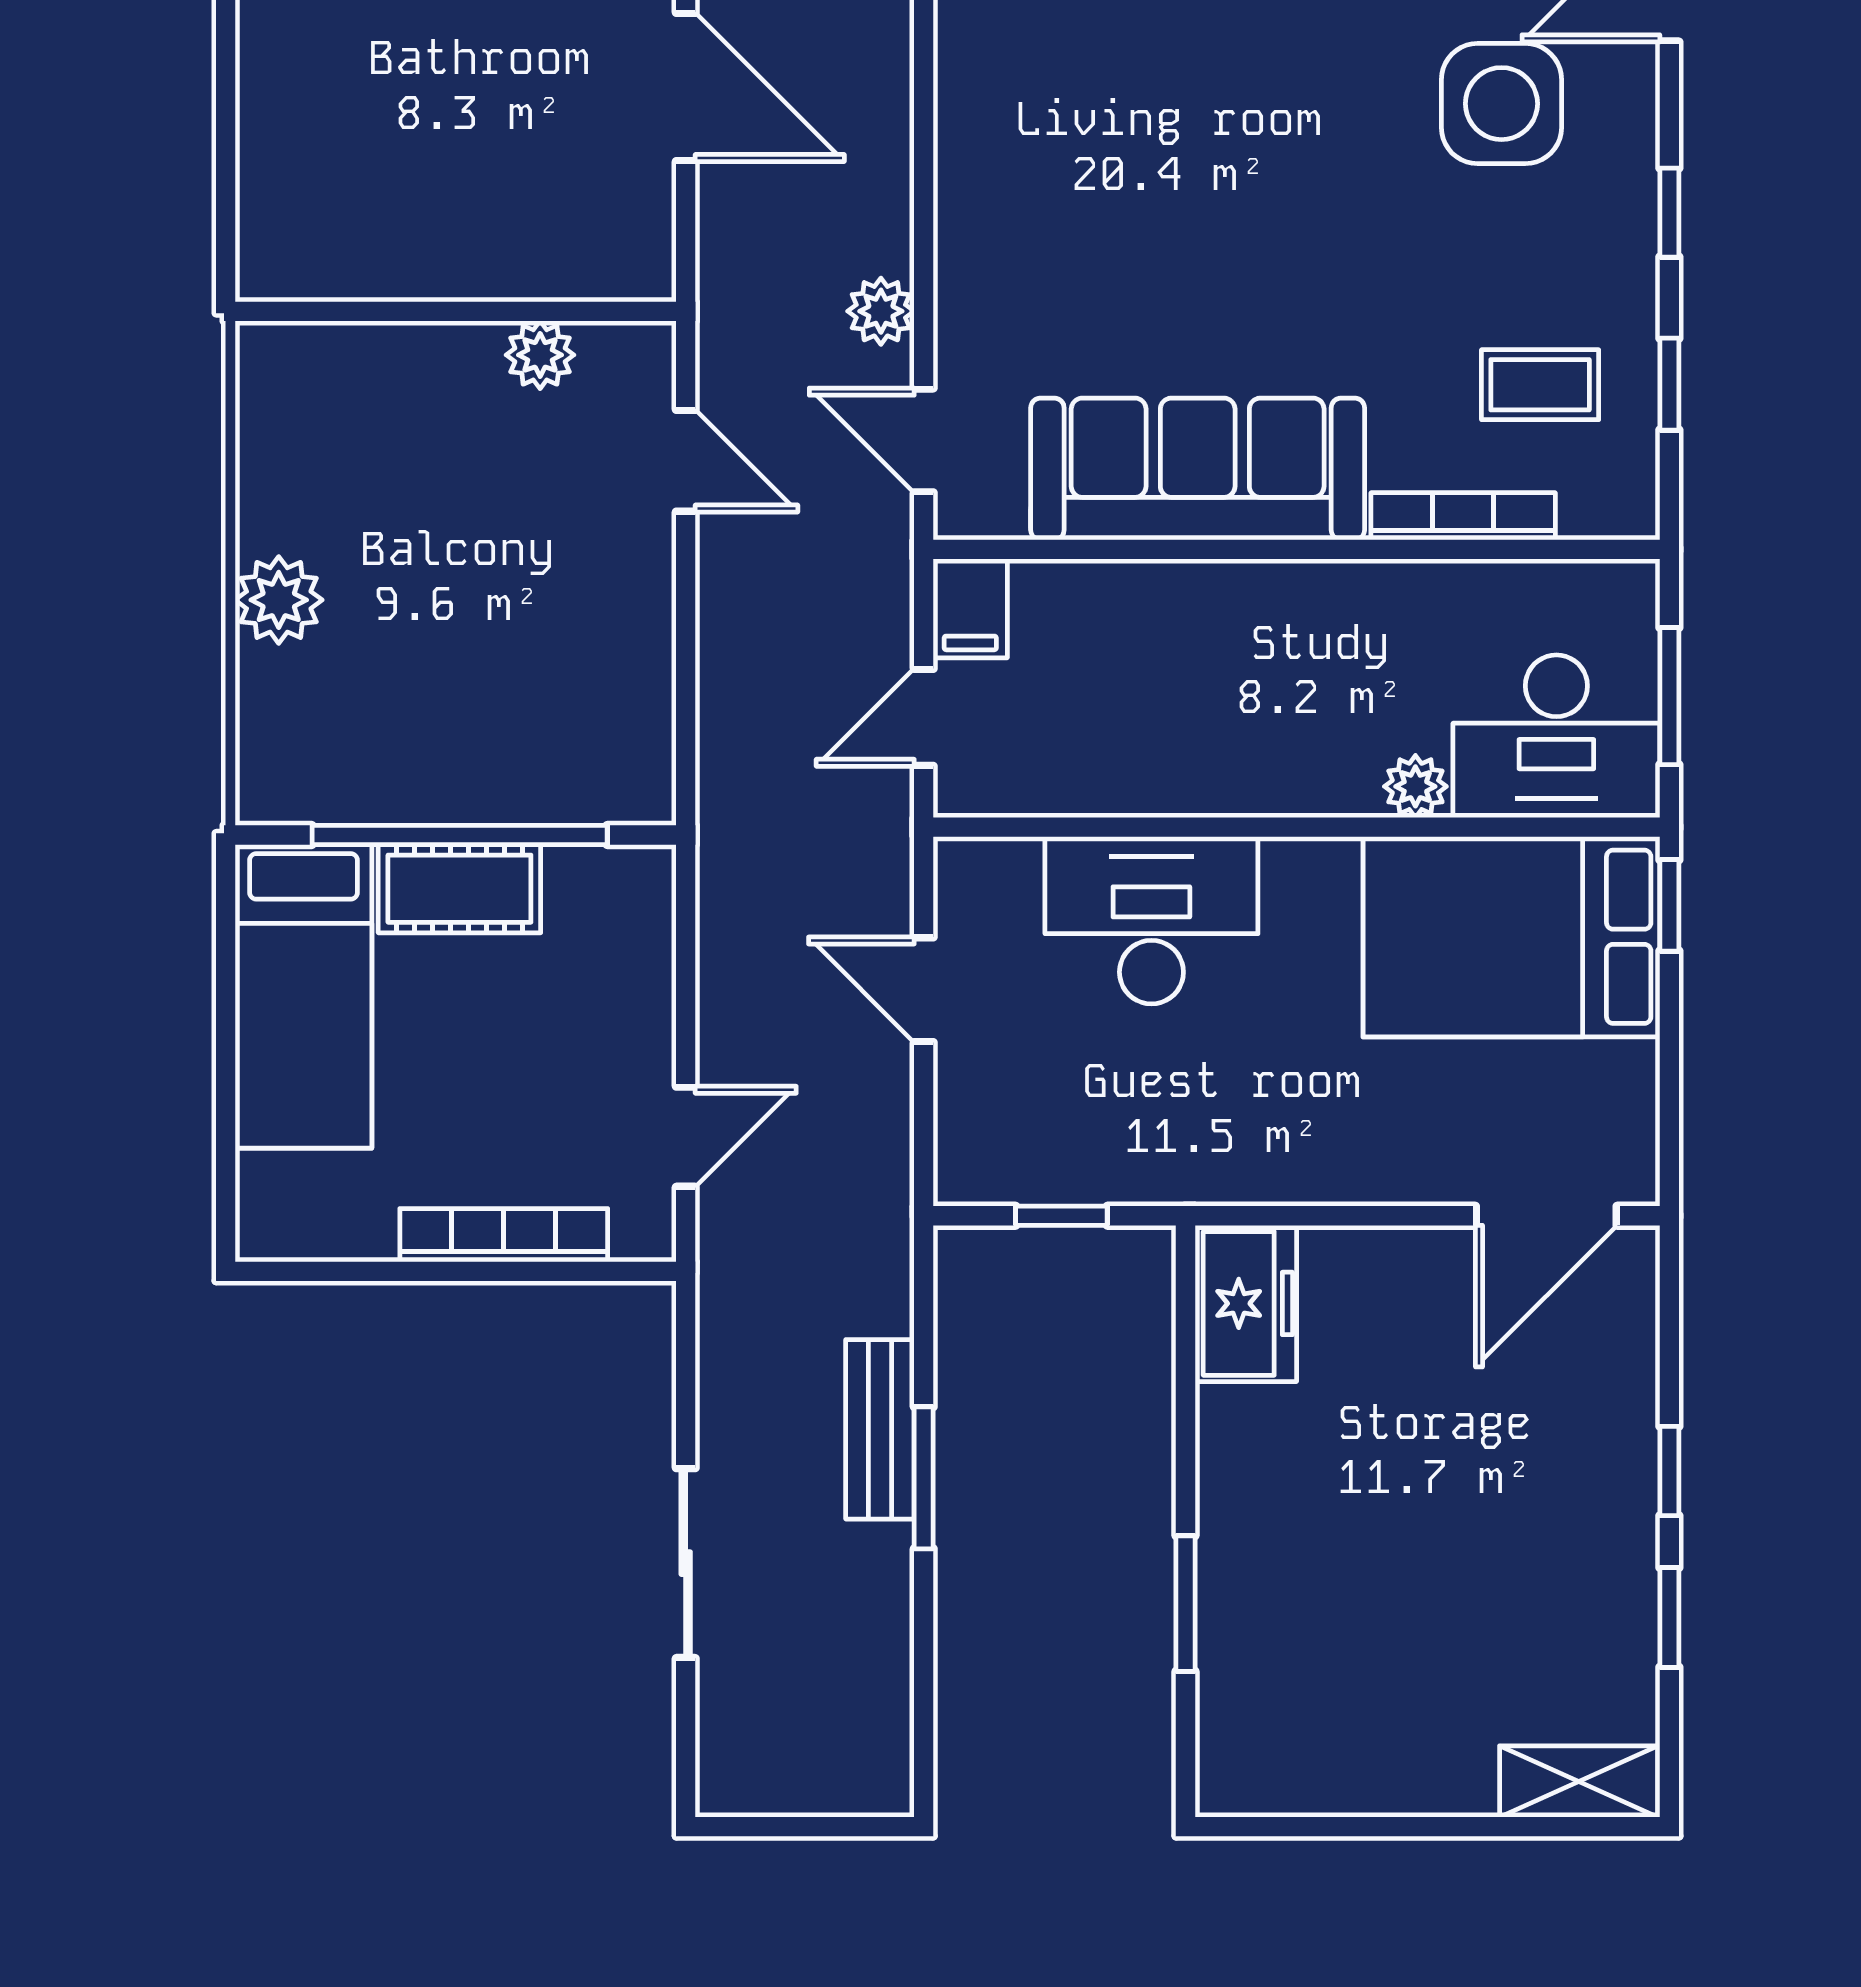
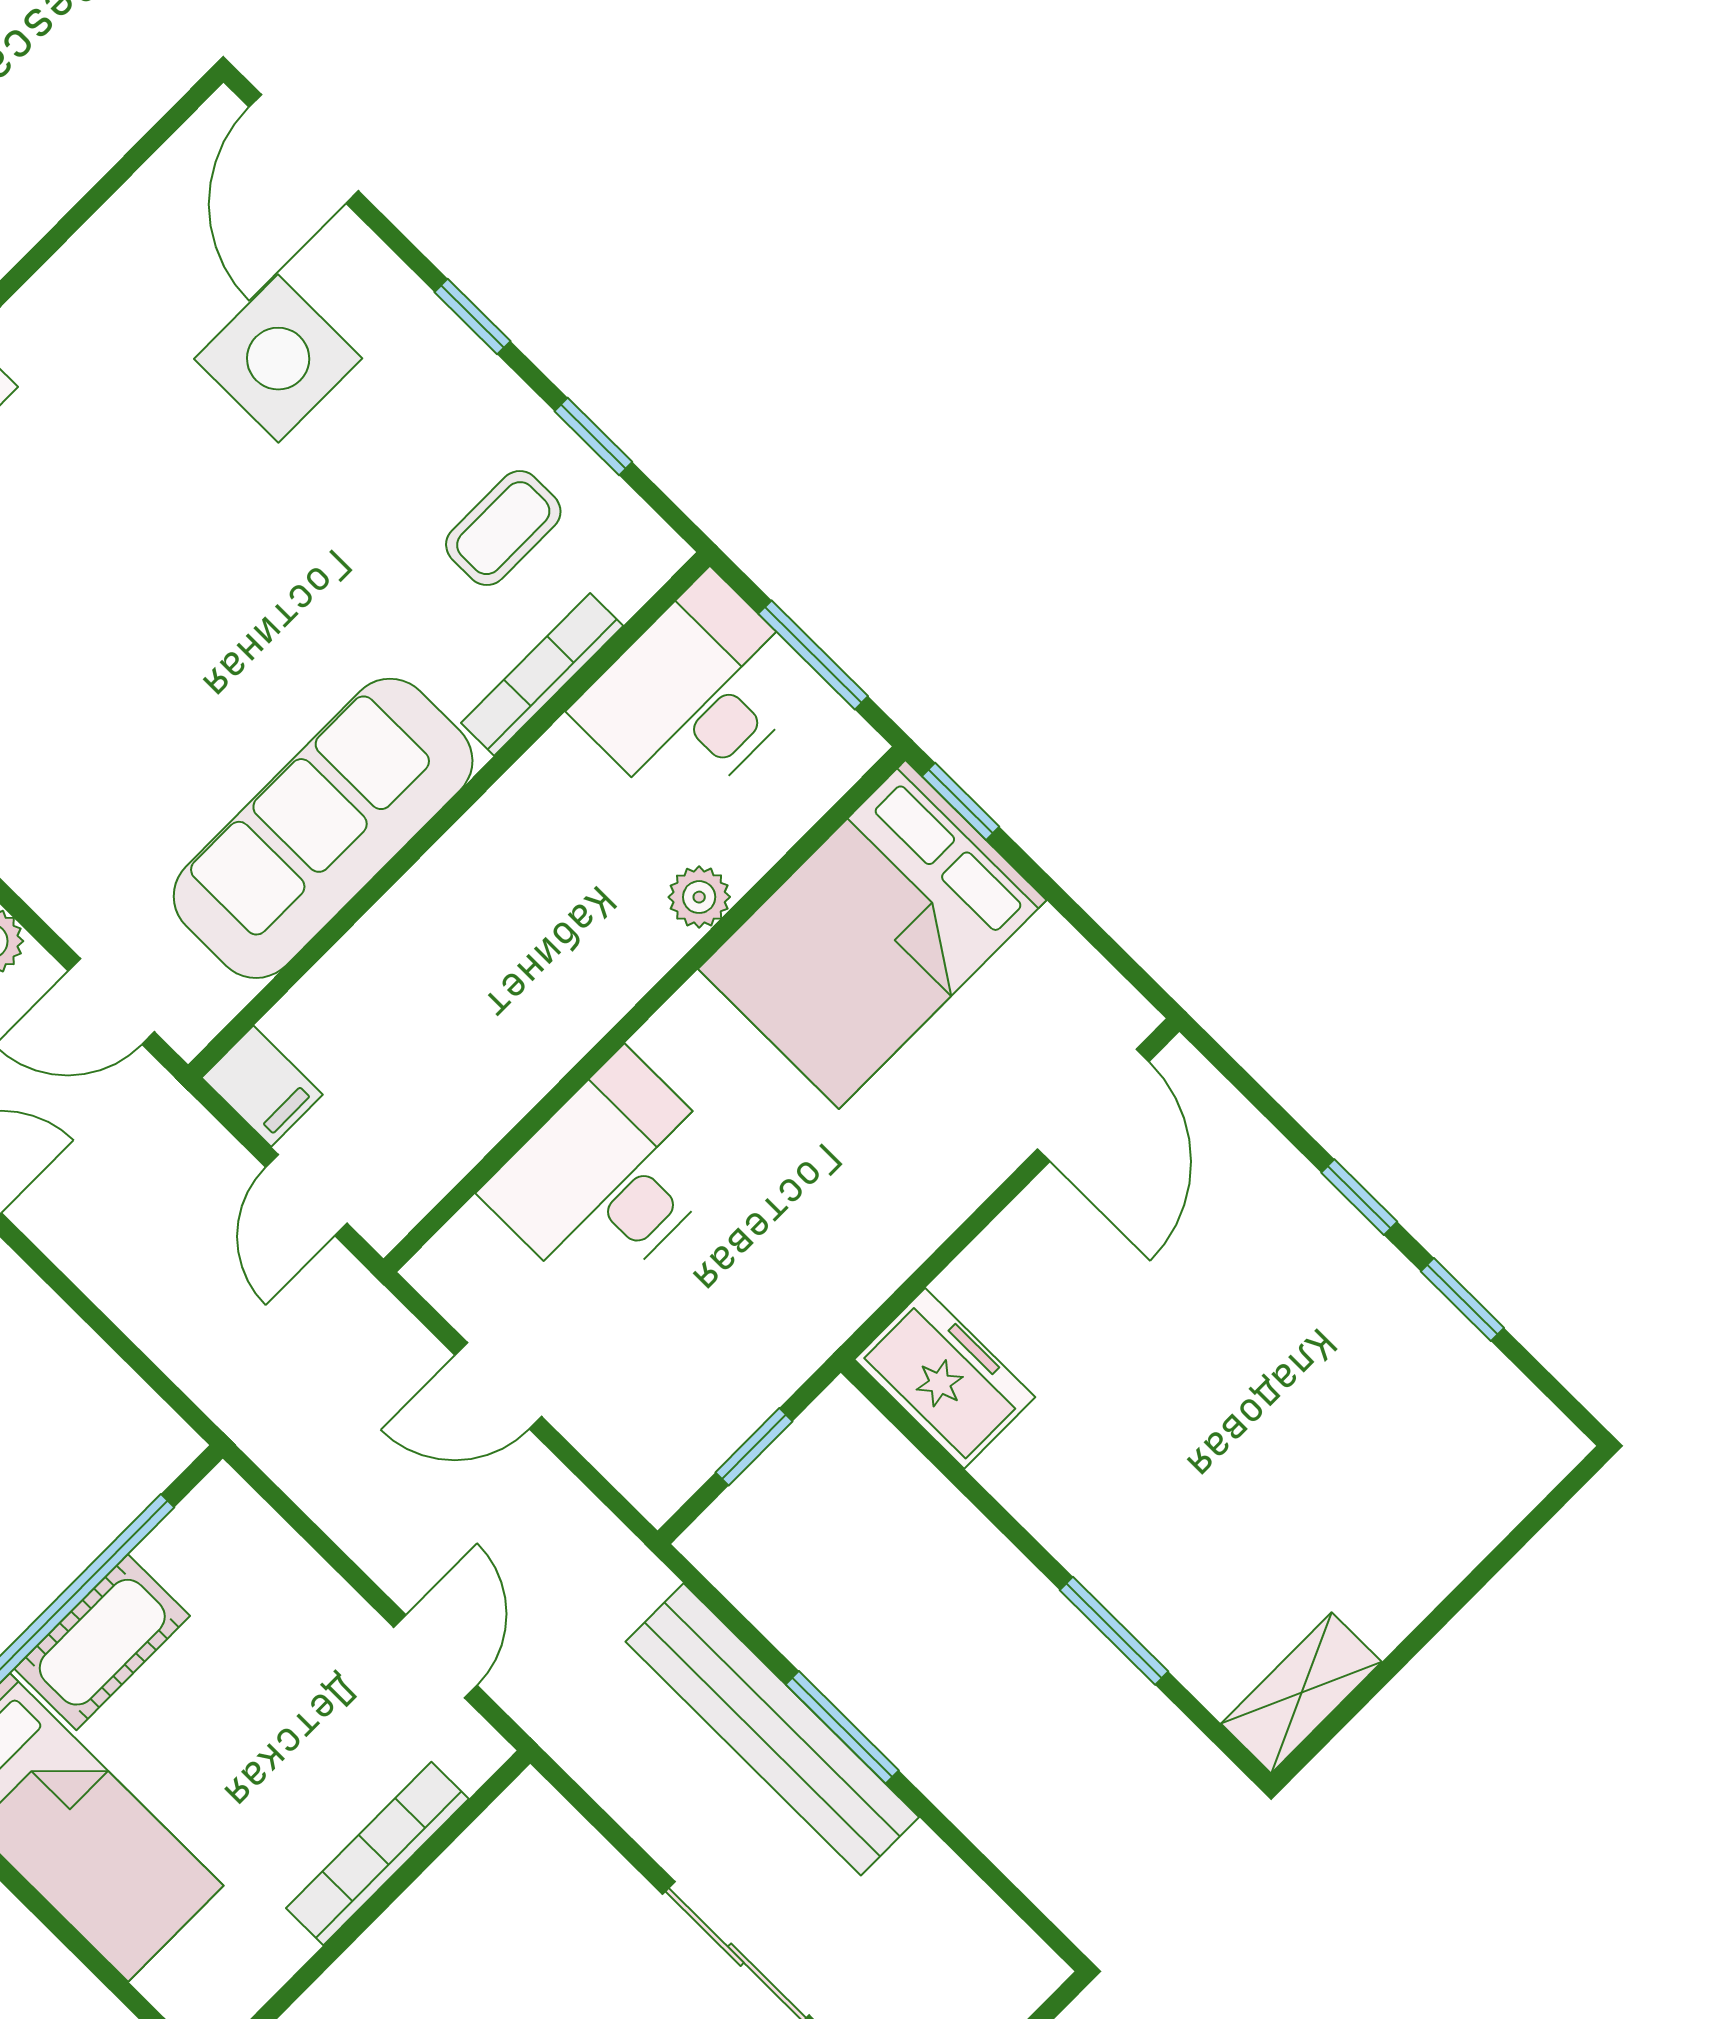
desk: (1556, 736) -> (695, 695), moved, turned 180
bench: (880, 1429) -> (772, 1729), width x1.86, depth x1.21
shelving: (1579, 1781) -> (1301, 1693), moved

